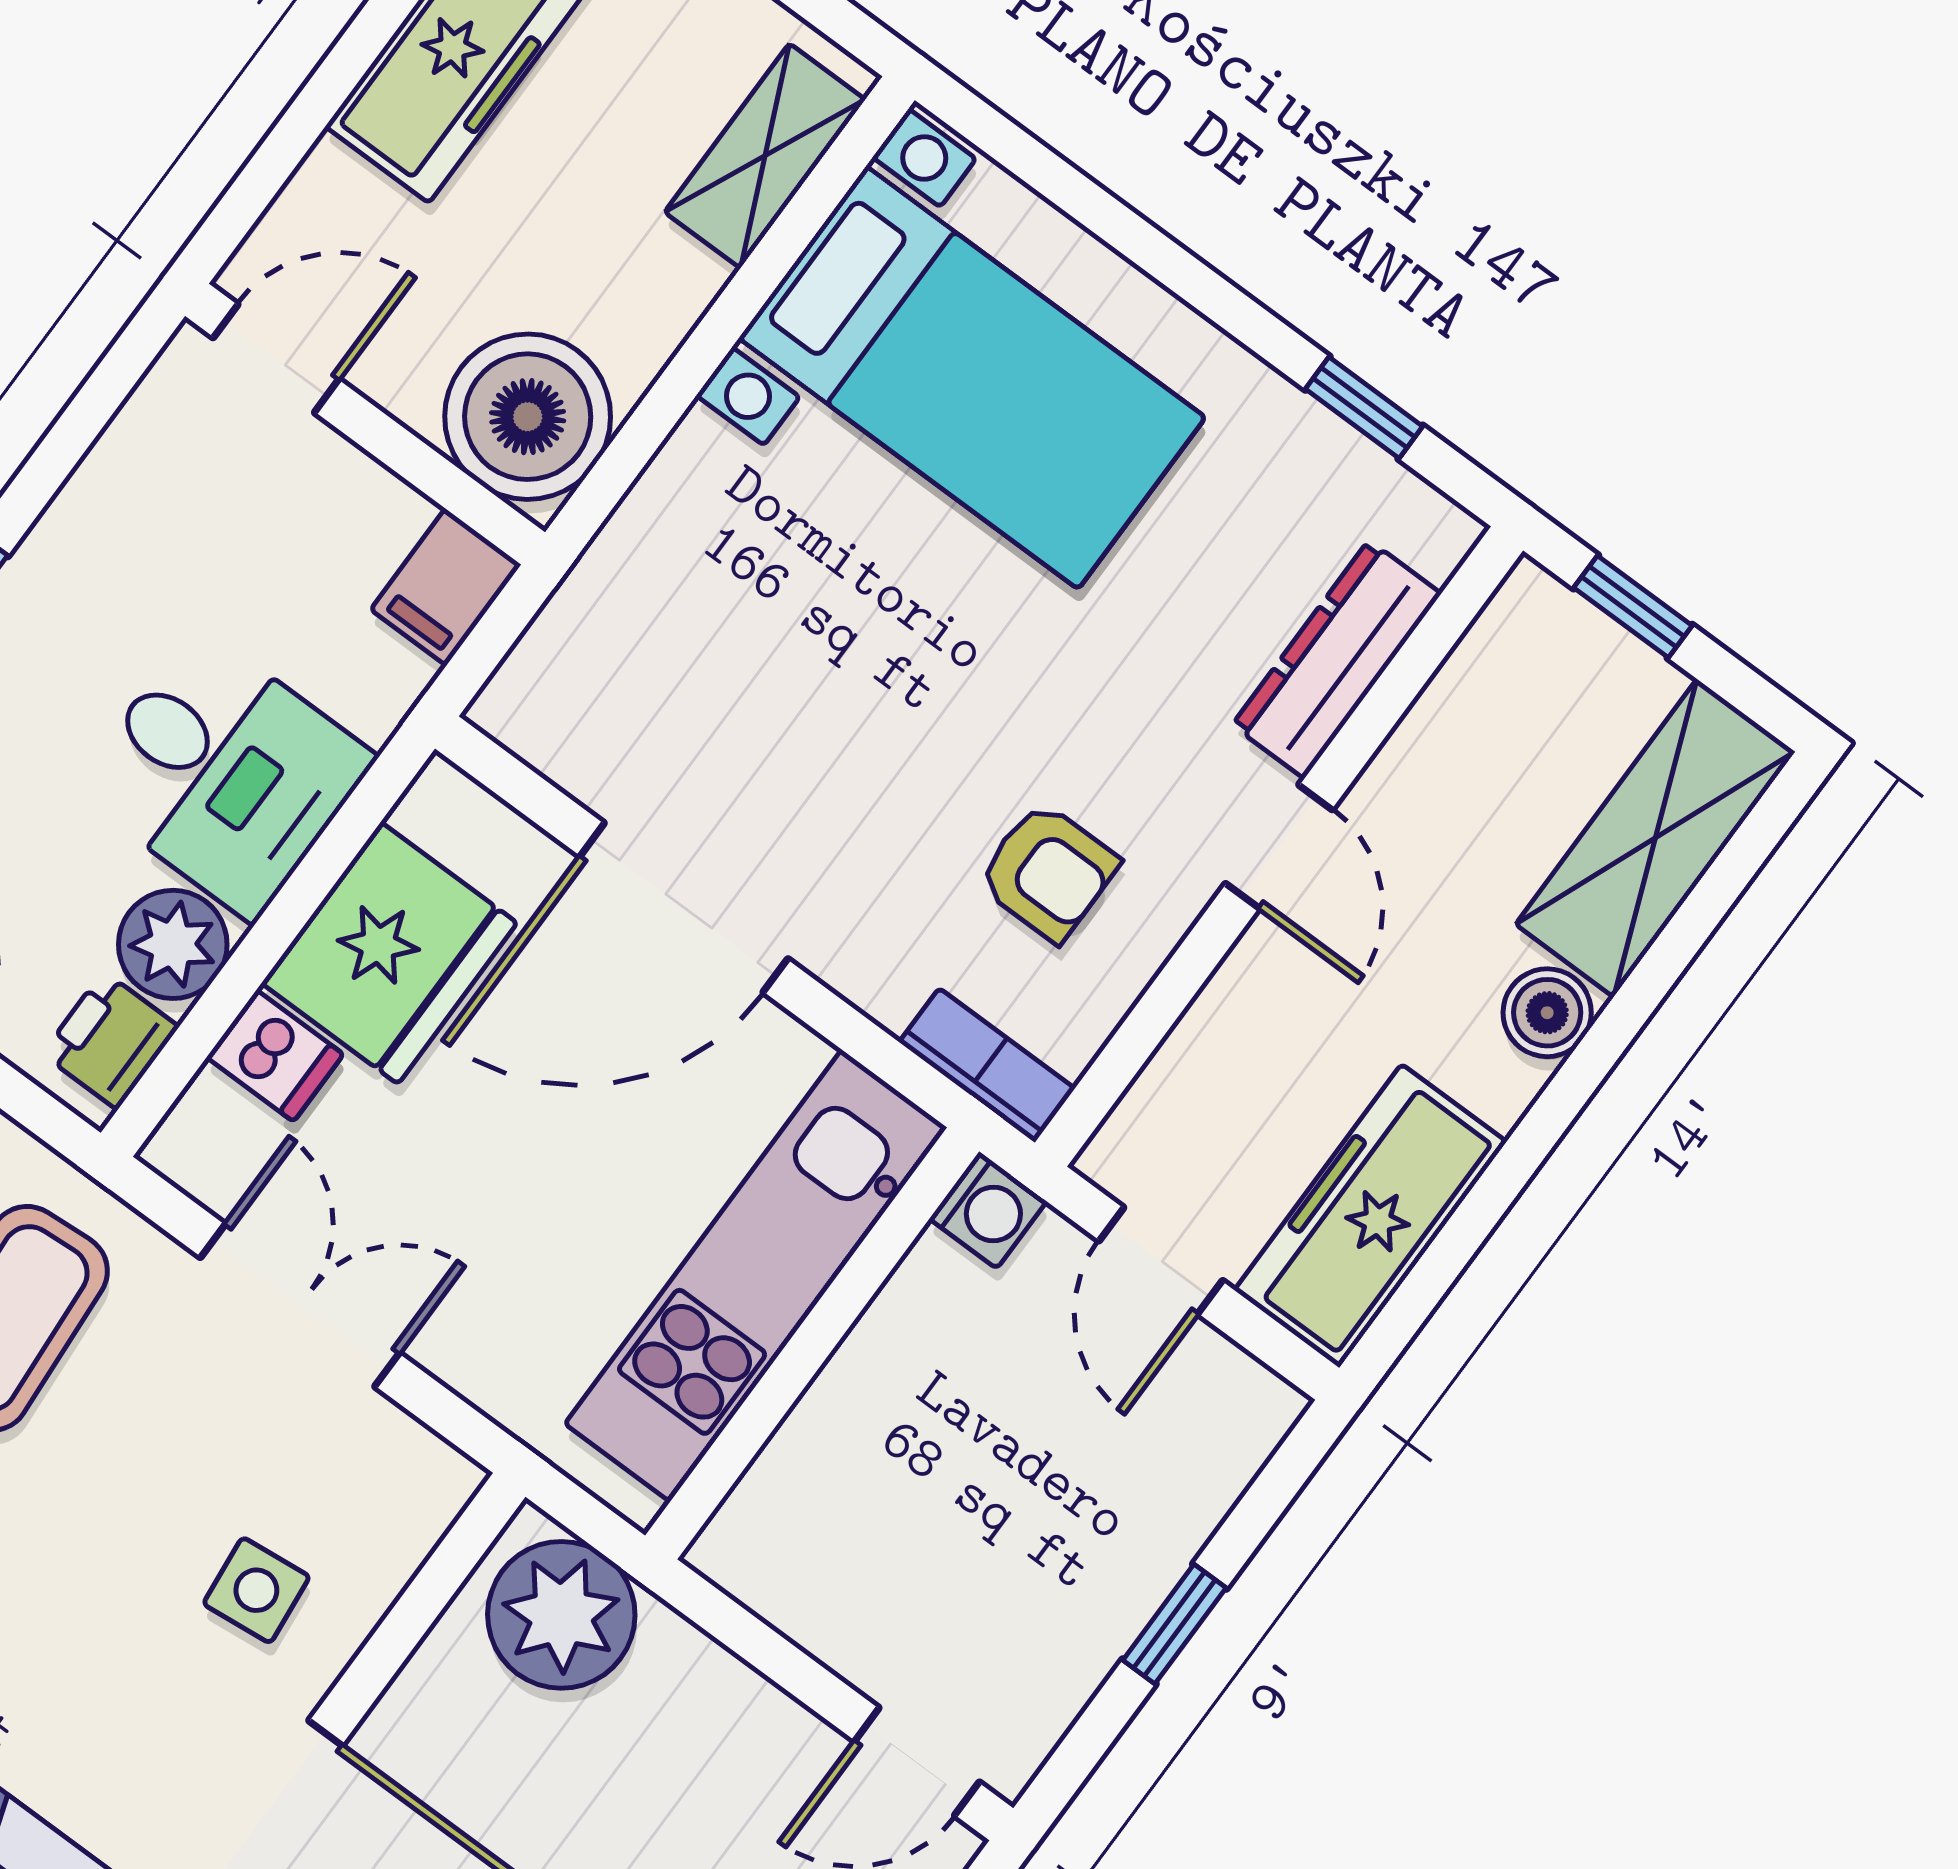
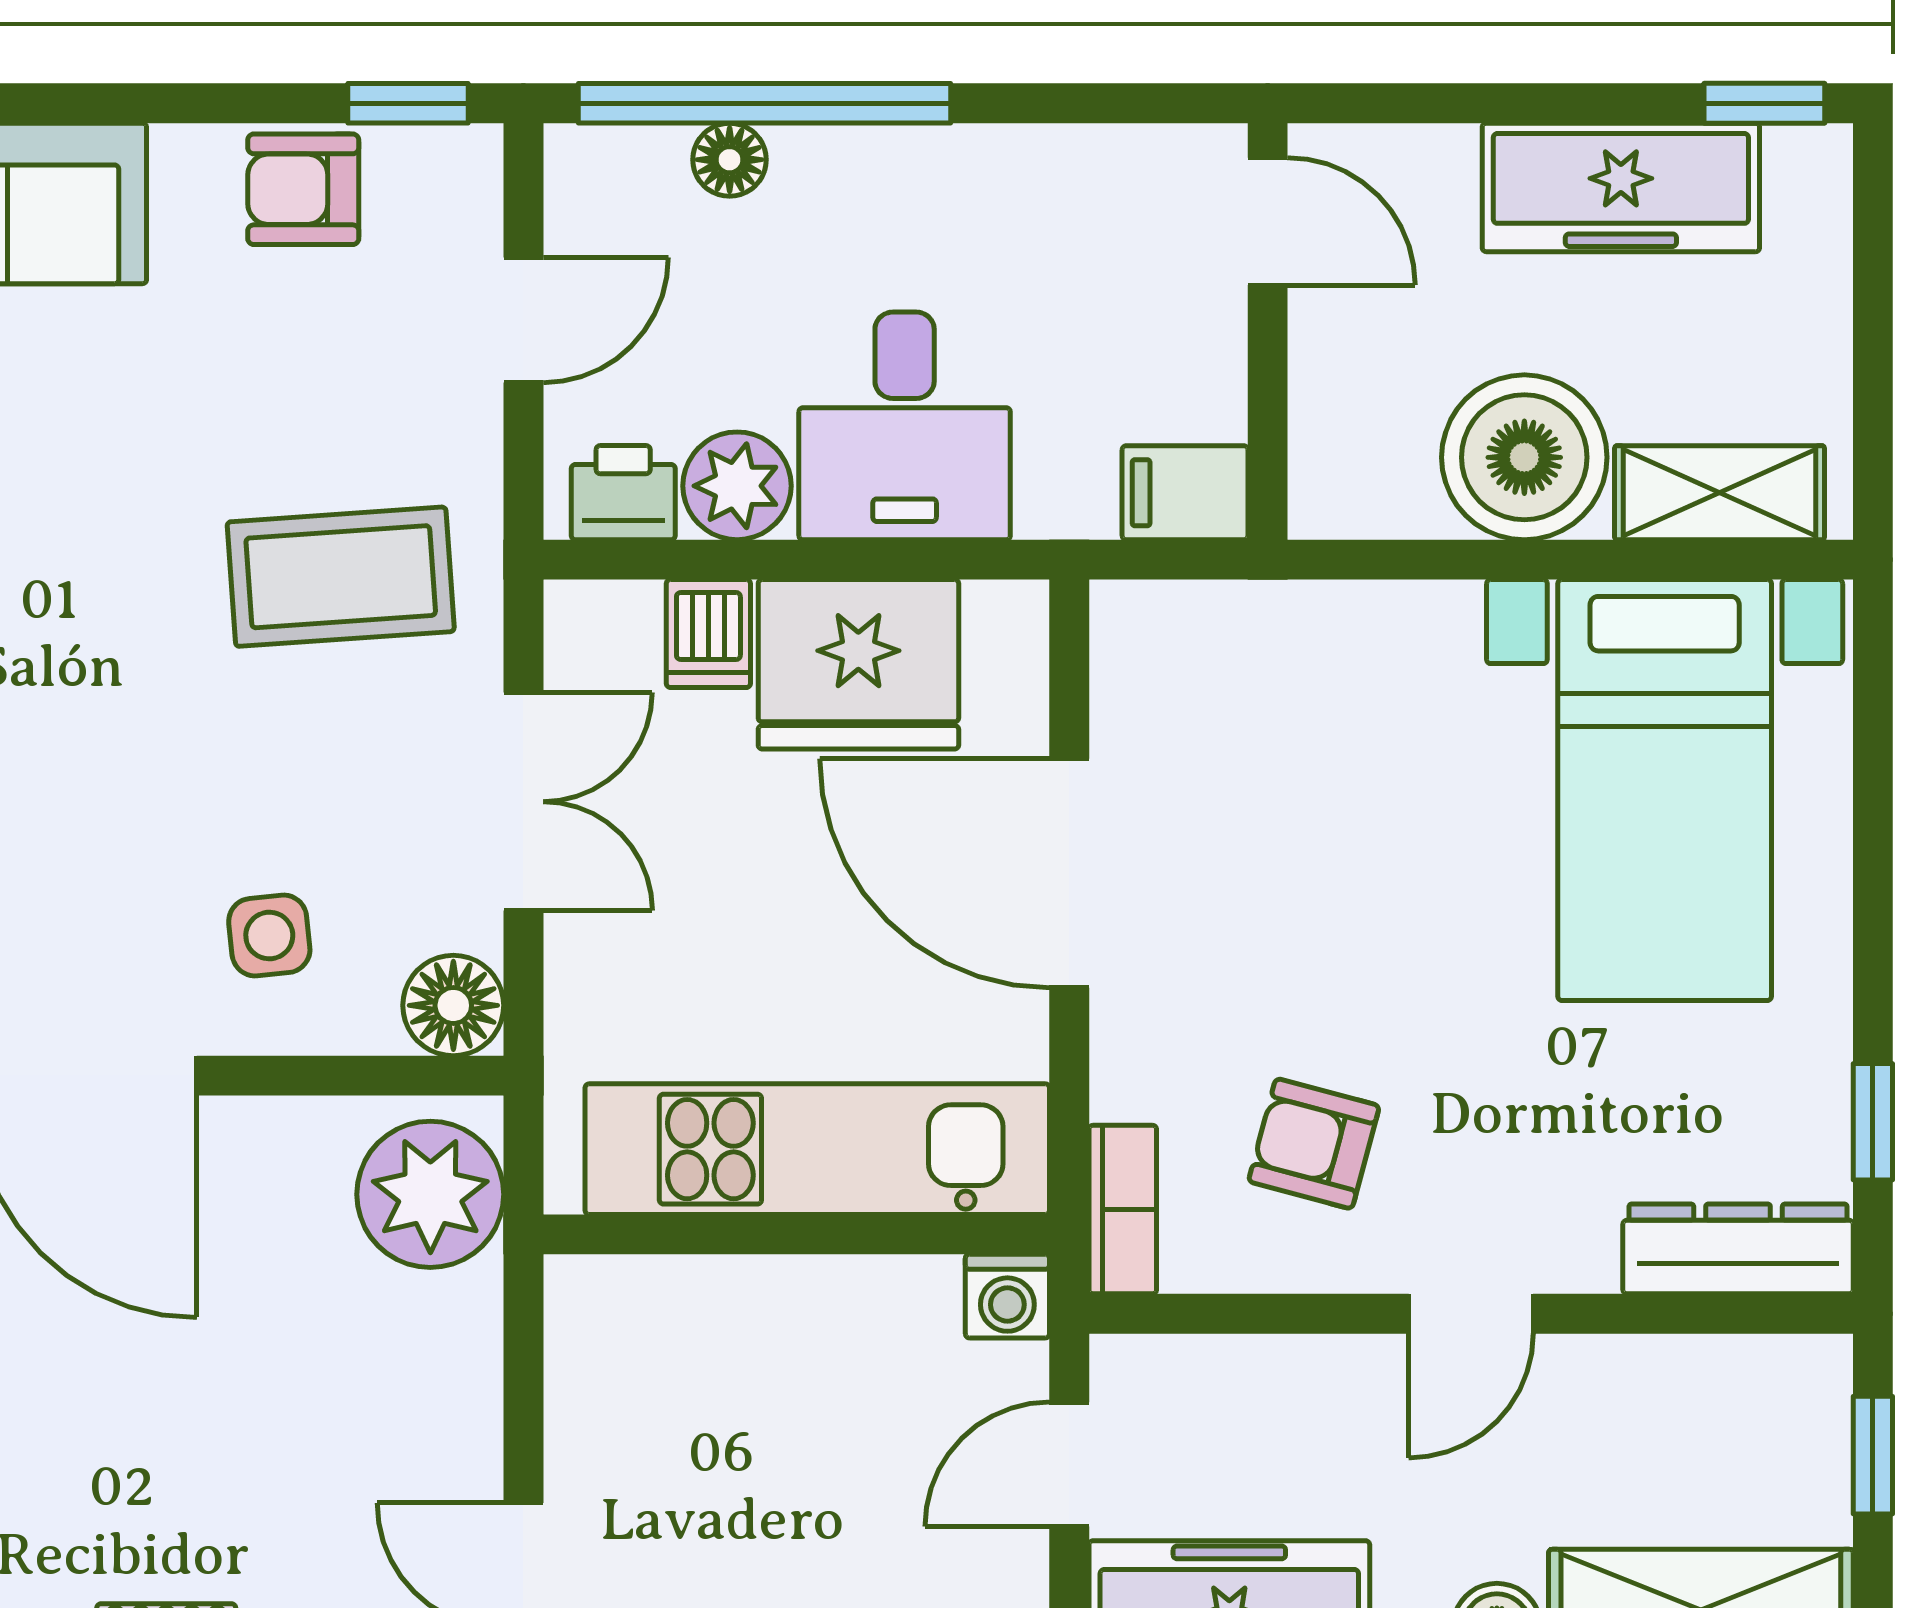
boiler: (528, 417) -> (1524, 457), moved
dresser: (1337, 659) -> (1738, 1249), moved
armchair: (1048, 872) -> (1314, 1144), turned 105
floor lamp: (423, 1484) -> (453, 1005), added

